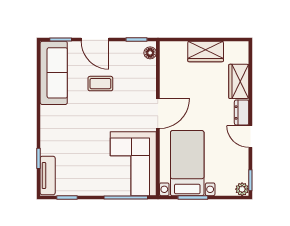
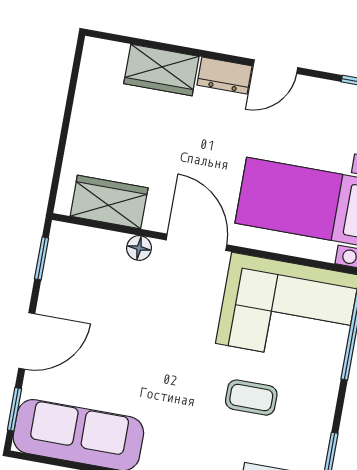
wardrobe: (206, 51) -> (109, 202), moved, turned -90
floor lamp: (150, 53) -> (139, 248), moved
coffee table: (100, 84) -> (251, 398), moved, turned 90

